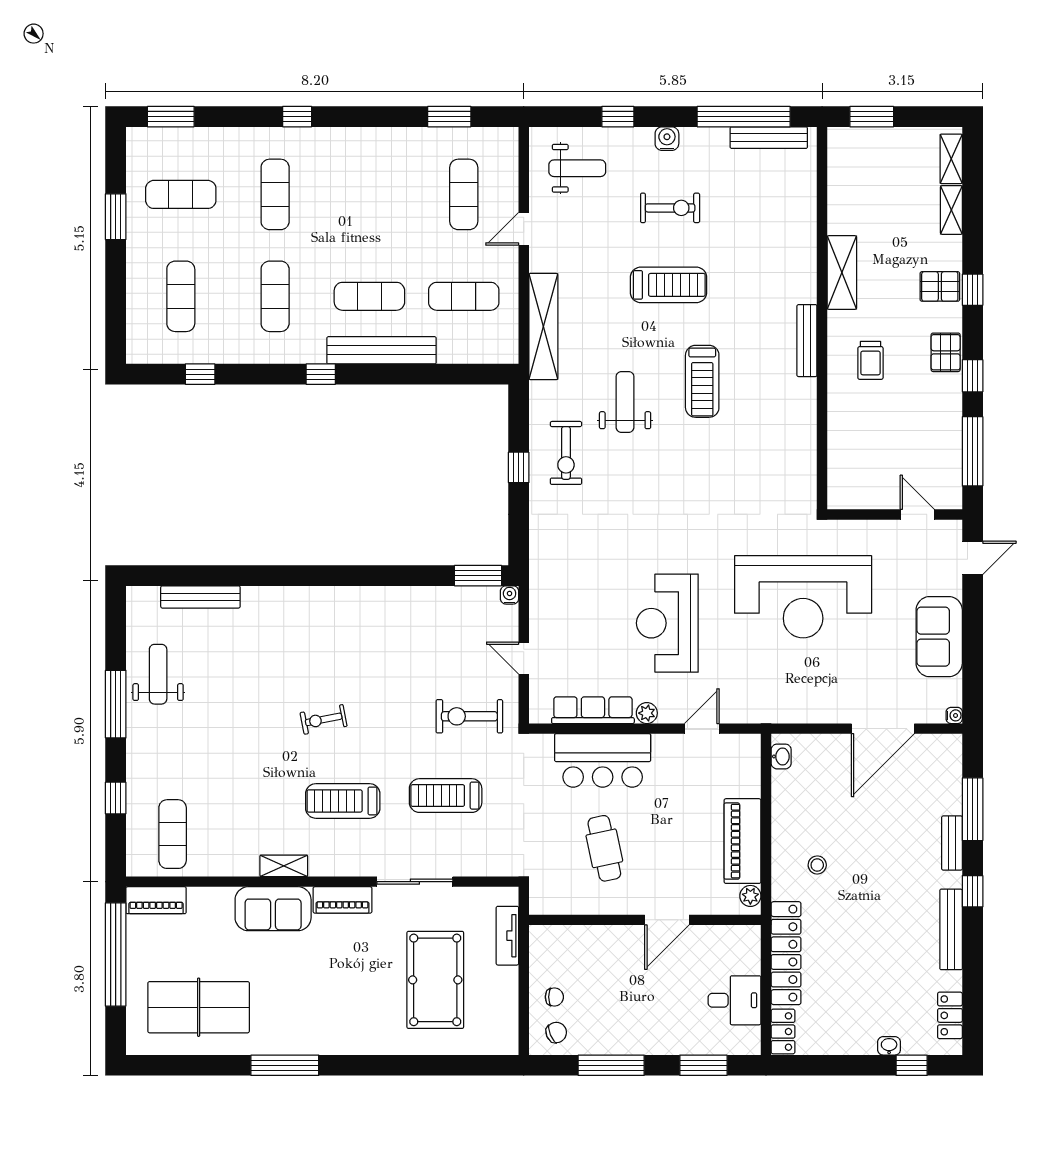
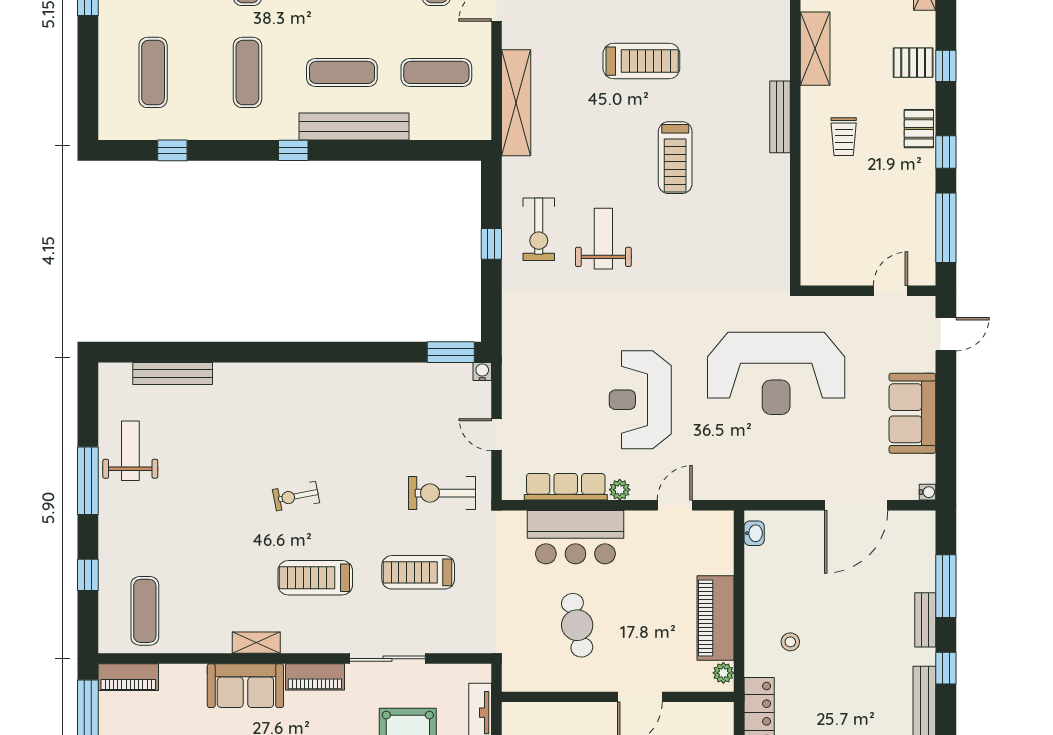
weight bench: (625, 402) -> (603, 239), moved
door: (917, 514) -> (890, 291), hinge flipped

